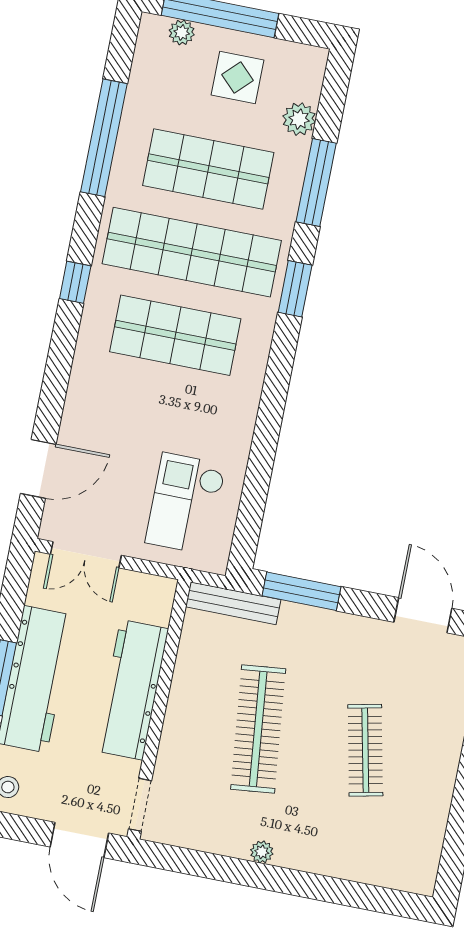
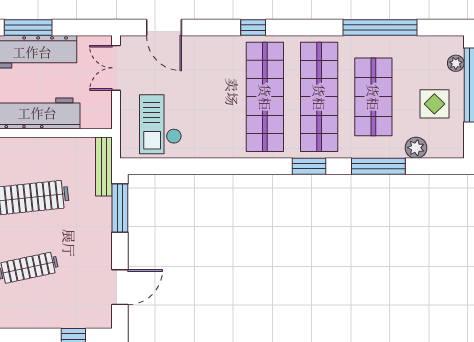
window: (75, 282) -> (253, 27), moved
shop shelf: (175, 335) -> (265, 97), width x1.40
checkout: (186, 504) -> (160, 124), turned -90

